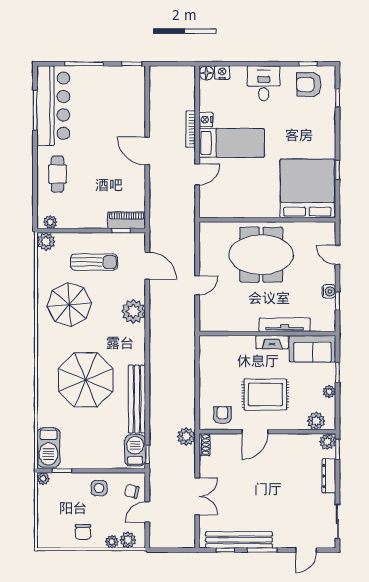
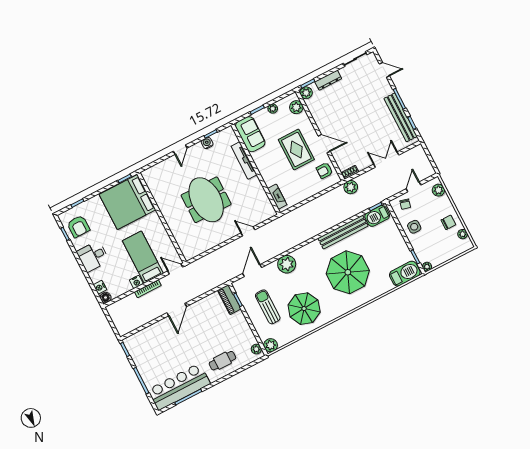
bed: (307, 188) -> (128, 202), moved
wall: (267, 220) -> (162, 218), moved
fireplace: (272, 342) -> (277, 197), moved
door: (147, 512) -> (413, 187), swing flipped
plant: (112, 542) -> (463, 234), moved

